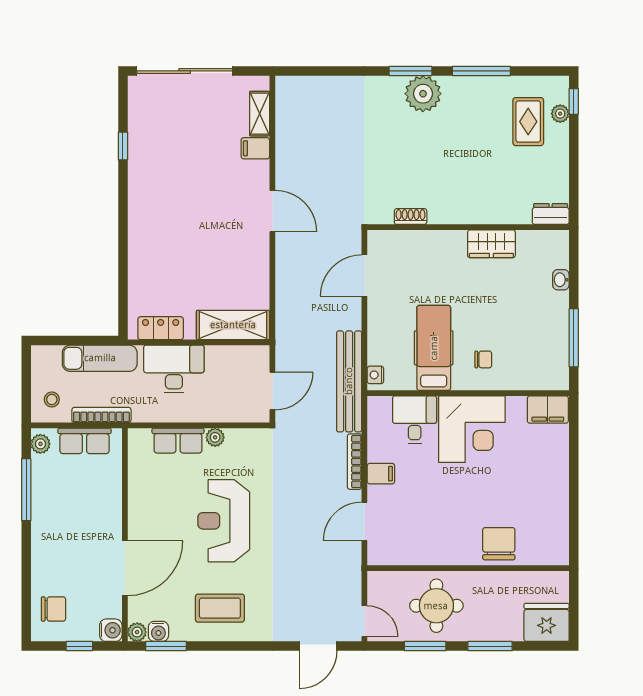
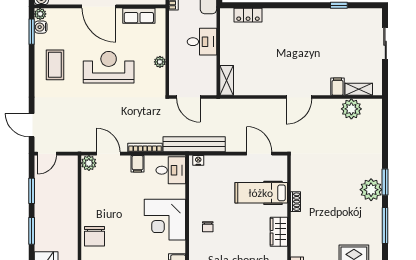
sliding door: (185, 71) -> (385, 43), width x0.54
plant: (292, 126) -> (351, 109), added
shoe rack: (411, 217) -> (296, 202), moved
shelving: (233, 325) -> (227, 80), width x0.67, depth x0.75
locker: (161, 328) -> (248, 15), moved, turned 90
hospital bed: (434, 348) -> (261, 193), moved, turned 180
desk: (174, 369) -> (202, 42), width x0.73
desk: (415, 420) -> (171, 170), moved
row of seats: (178, 441) -> (139, 16), moved, turned -90
chair: (499, 544) -> (95, 236), turned 90
plant: (380, 553) -> (89, 163), added
door: (125, 568) -> (99, 6), moved
round table: (436, 606) -> (56, 198), removed

